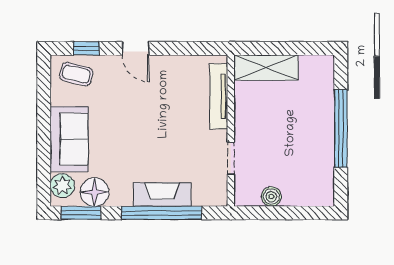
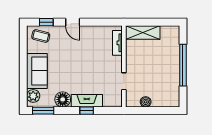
tv unit: (219, 96) -> (117, 43), width x0.71
floor lamp: (95, 192) -> (63, 99), moved
window: (162, 213) -> (87, 111), width x0.32

